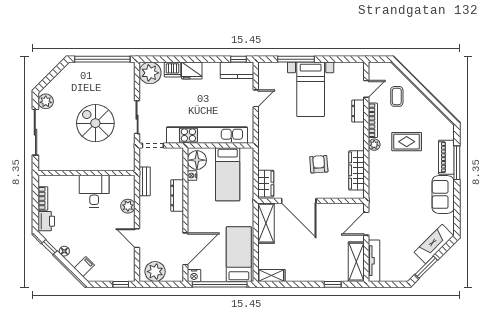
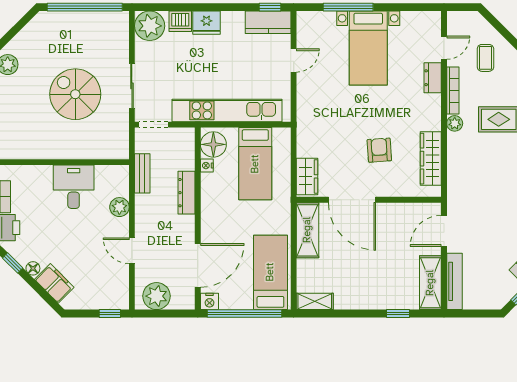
filing cabinet: (84, 267) -> (54, 283), width x2.00

